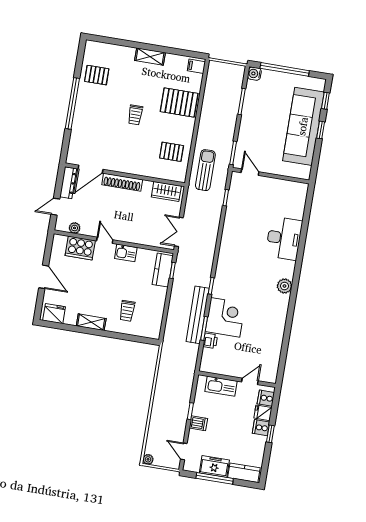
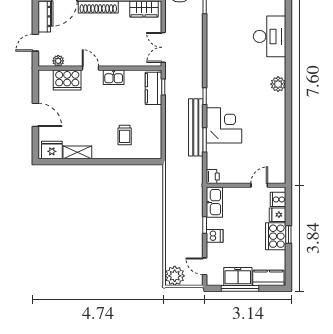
shelving: (91, 322) -> (77, 152), moved
printer: (210, 341) -> (213, 176), moved
kitchen sink: (221, 386) -> (214, 202), moved, turned -90
cooker: (261, 428) -> (276, 236), width x1.87, depth x1.31
plant: (148, 459) -> (175, 276), width x1.88, depth x1.88

